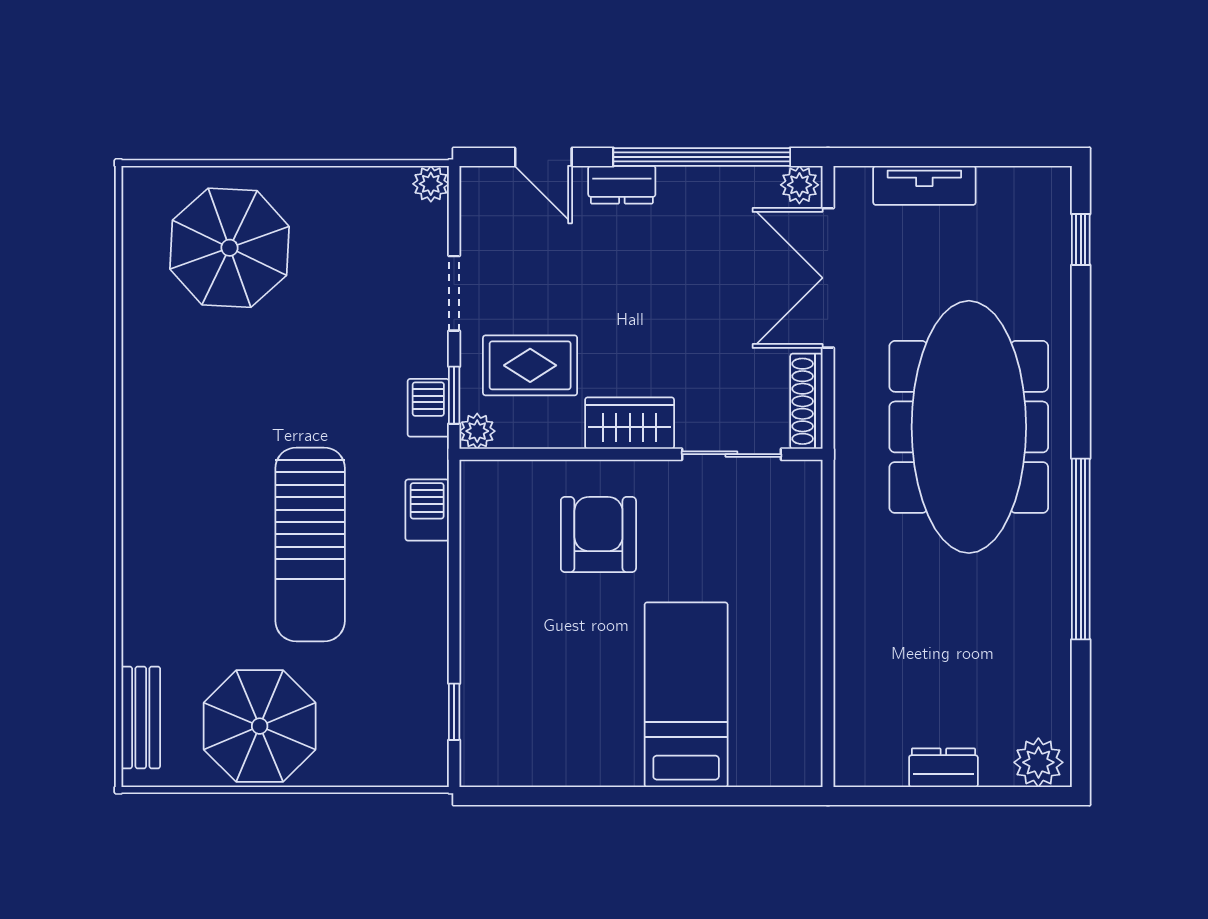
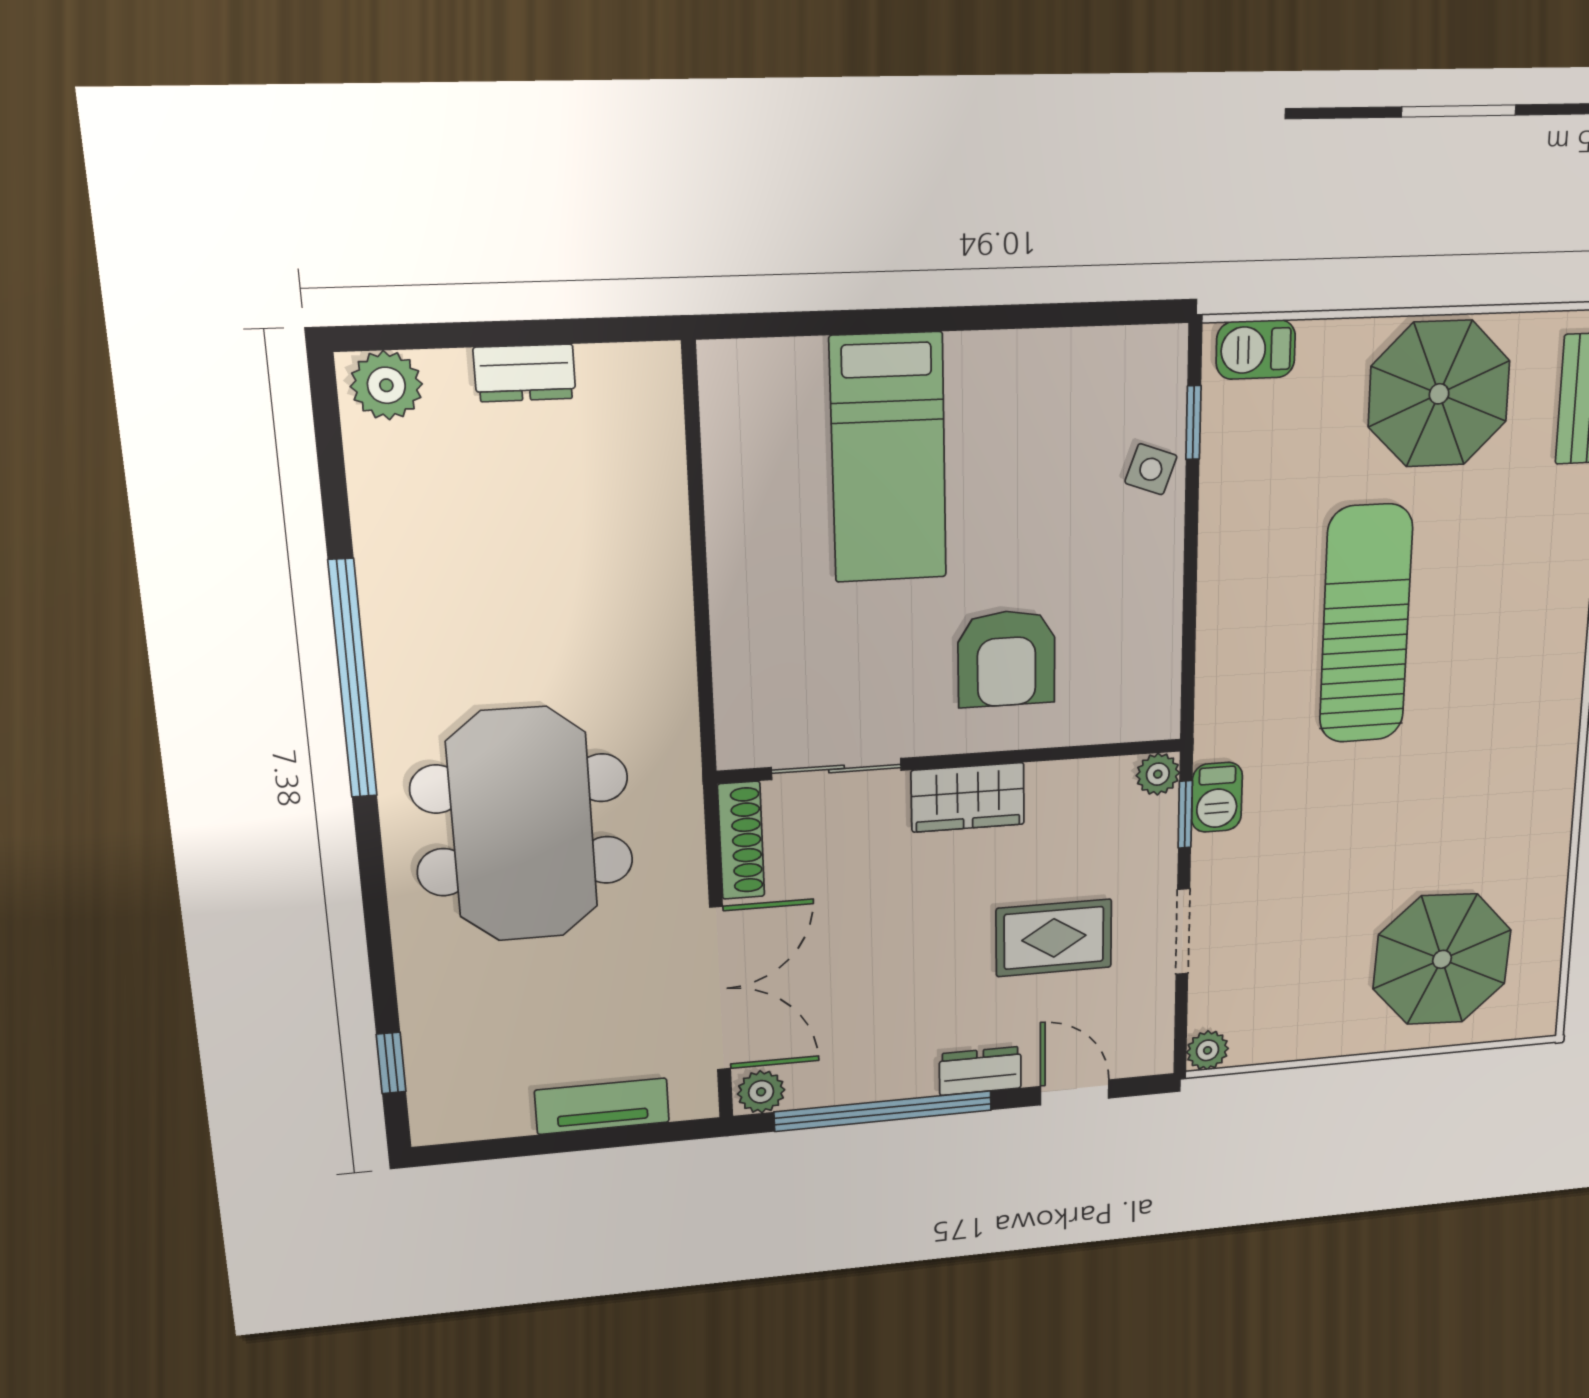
rug: (530, 365) -> (1054, 938), moved
meeting table: (969, 427) -> (523, 825), width x0.73
barbecue: (427, 510) -> (1256, 350), moved, turned 90
side table: (487, 677) -> (1151, 469), added

